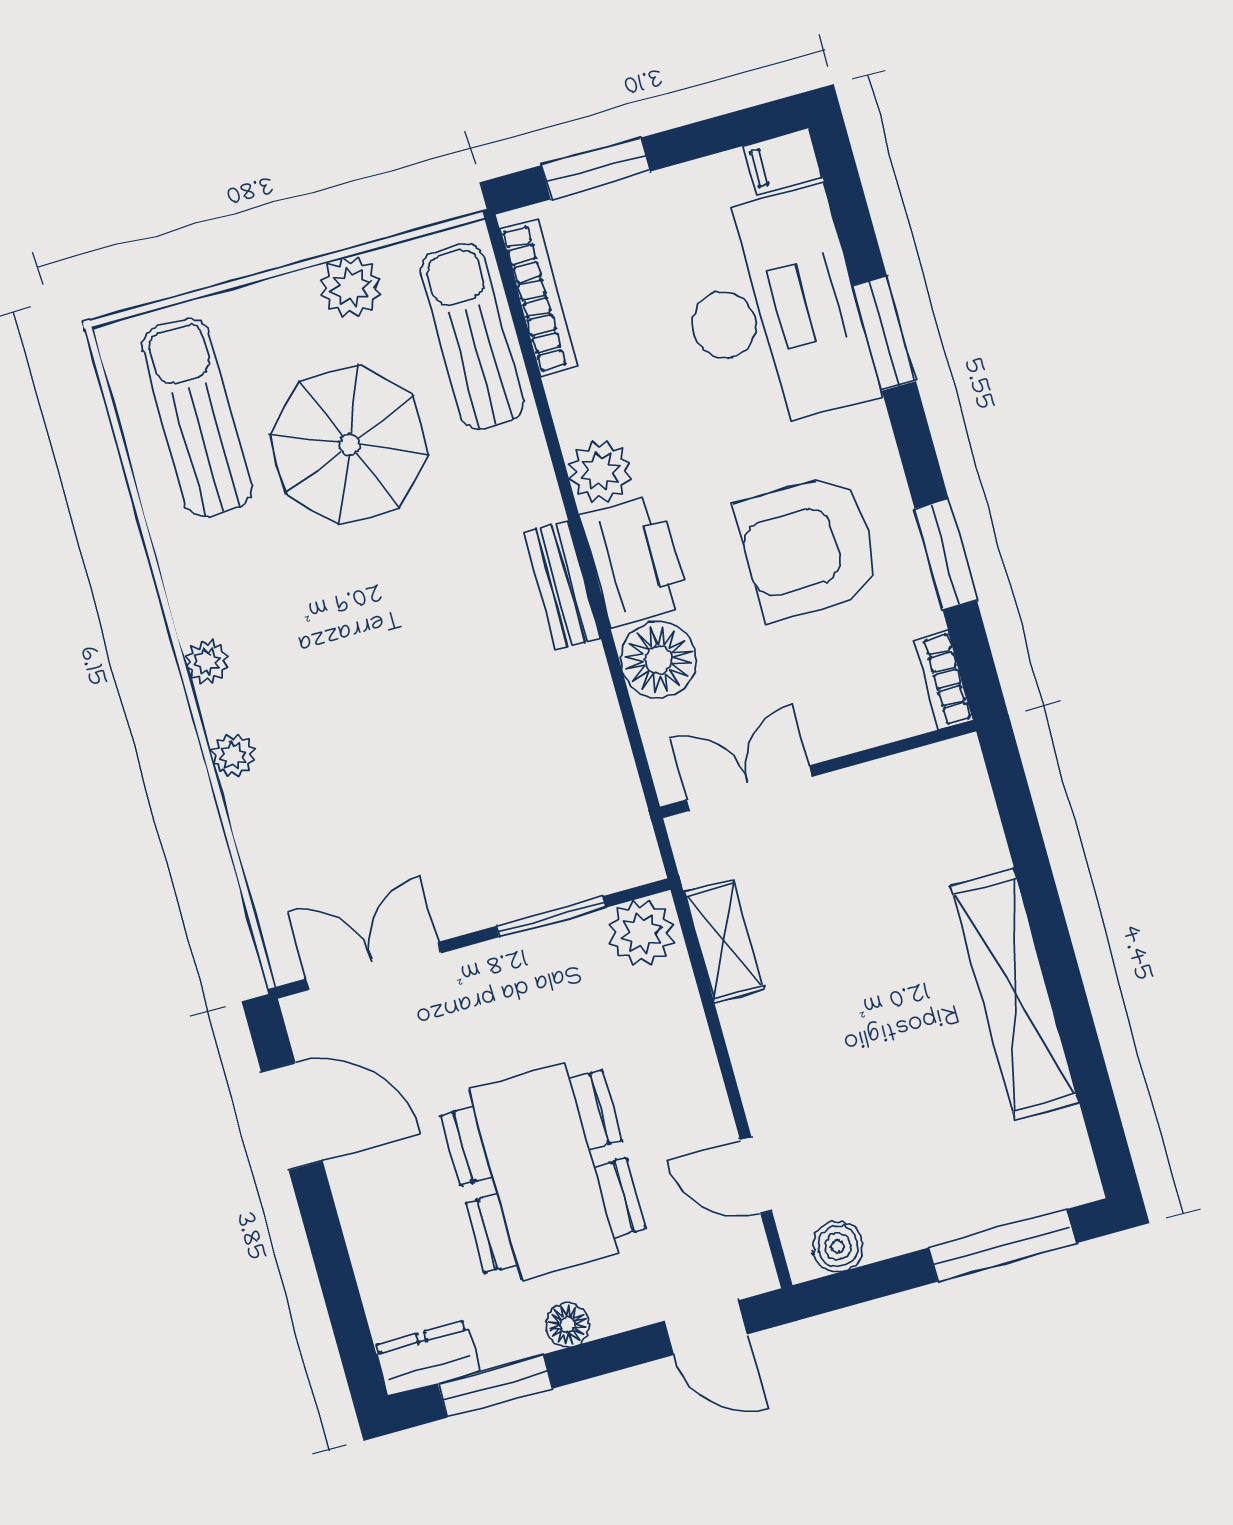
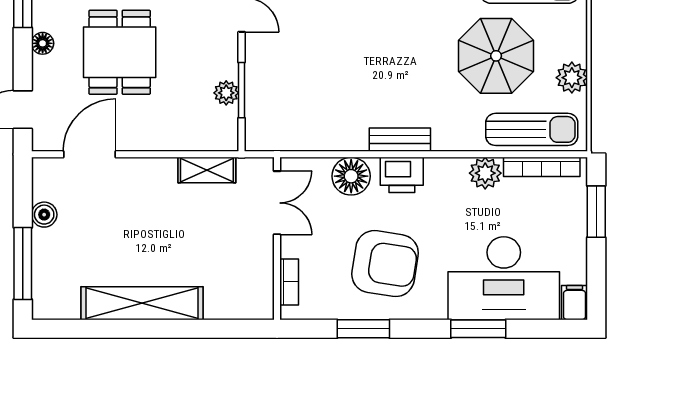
plant: (600, 472) -> (485, 173), moved
armchair: (809, 547) -> (385, 264), turned 99
printer: (635, 561) -> (402, 175), width x0.73, depth x0.84
bookcase: (943, 680) -> (289, 282), moved, turned 90
plant: (641, 933) -> (226, 93), moved, width x0.73, depth x0.73
dining table: (543, 1172) -> (120, 52), width x0.73
door: (756, 1175) -> (89, 154), width x1.38
boiler: (838, 1247) -> (44, 215), moved

